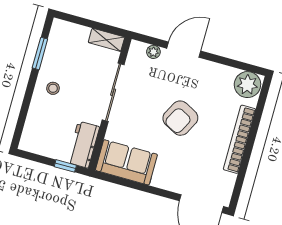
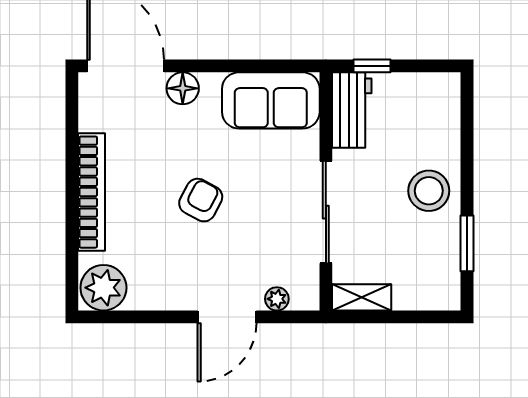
stool: (53, 88) -> (429, 191), width x1.89, depth x1.89
armchair: (180, 118) -> (201, 200), width x0.72, depth x0.72
floor lamp: (173, 183) -> (183, 88), added

